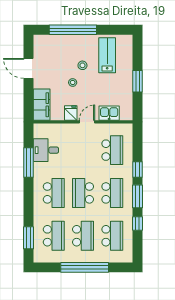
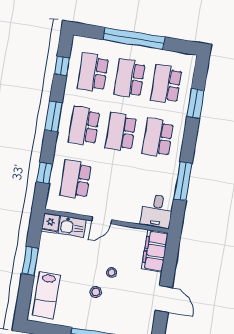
lab bench: (107, 55) -> (46, 295), moved
fridge: (71, 113) -> (50, 223), moved
desk: (46, 150) -> (157, 211), moved, turned 90
window: (137, 170) -> (44, 173), moved
school desk: (83, 193) -> (121, 132), turned 180
window: (137, 223) -> (62, 66), moved
window: (29, 238) -> (196, 103), moved

